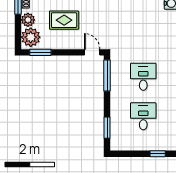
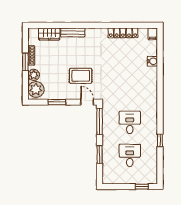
rug: (64, 20) -> (81, 76), moved
window: (40, 52) -> (57, 102), moved
window: (107, 128) -> (100, 154), moved

